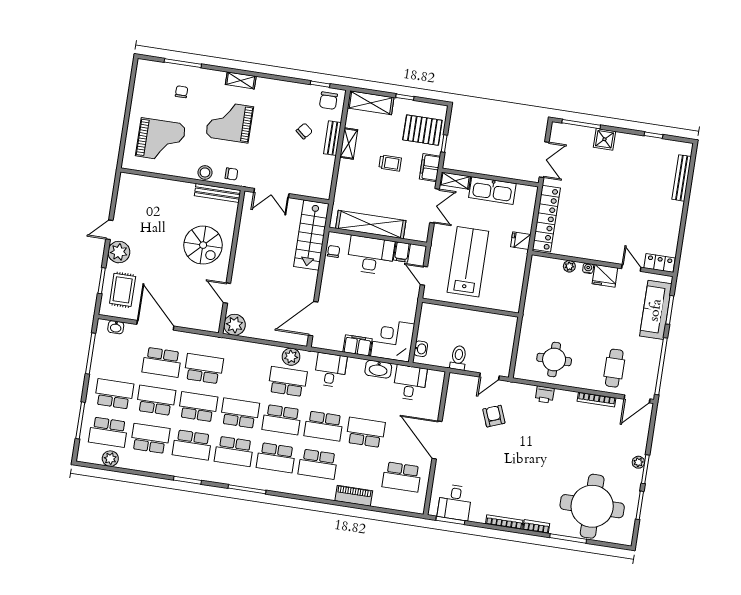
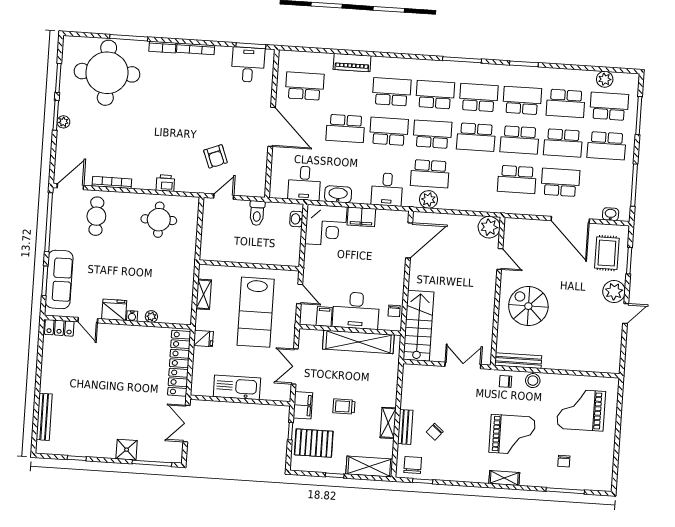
shelving: (455, 181) -> (204, 294), moved, turned 90

